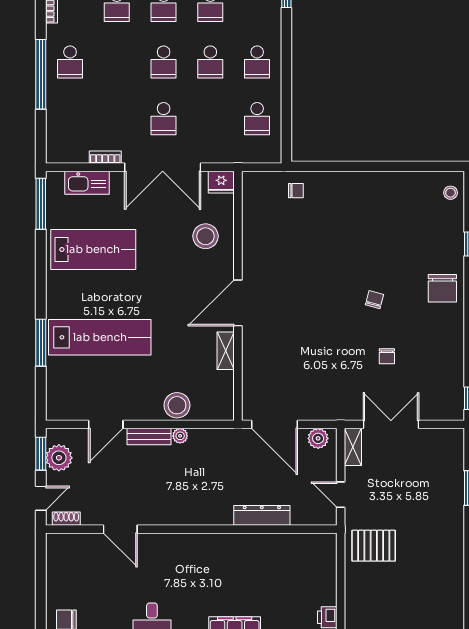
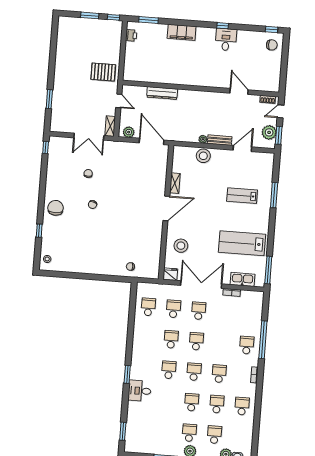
school desk: (257, 62) -> (173, 309), moved
lab bench: (100, 337) -> (242, 196), width x0.54, depth x0.72

